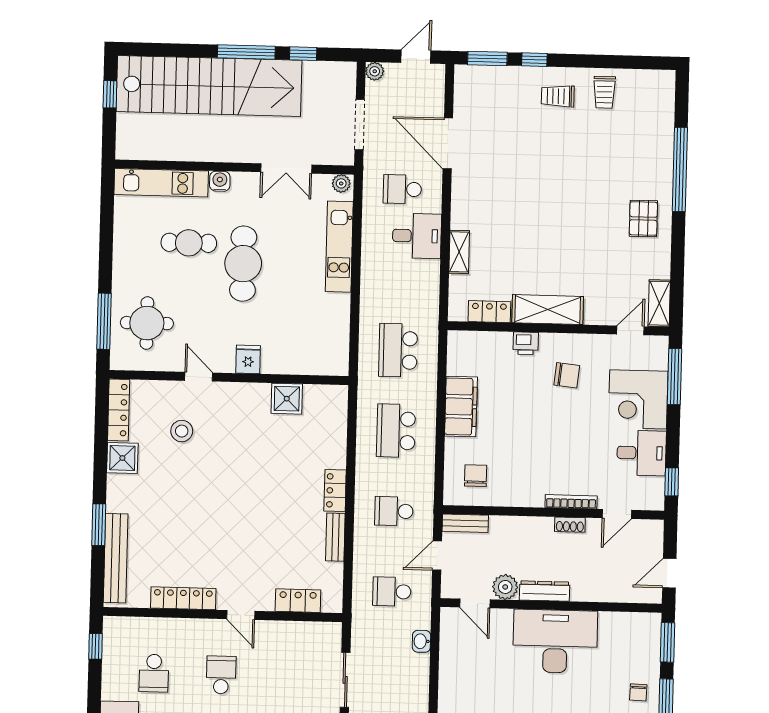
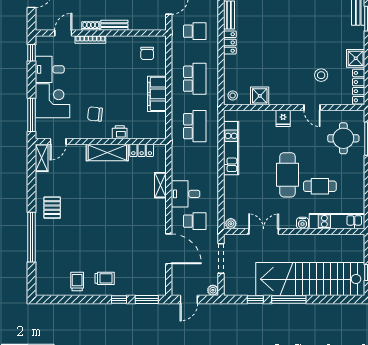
kitchen unit: (339, 247) -> (231, 148), moved
stool: (333, 400) -> (233, 96), added
bench: (465, 523) -> (114, 25), moved

